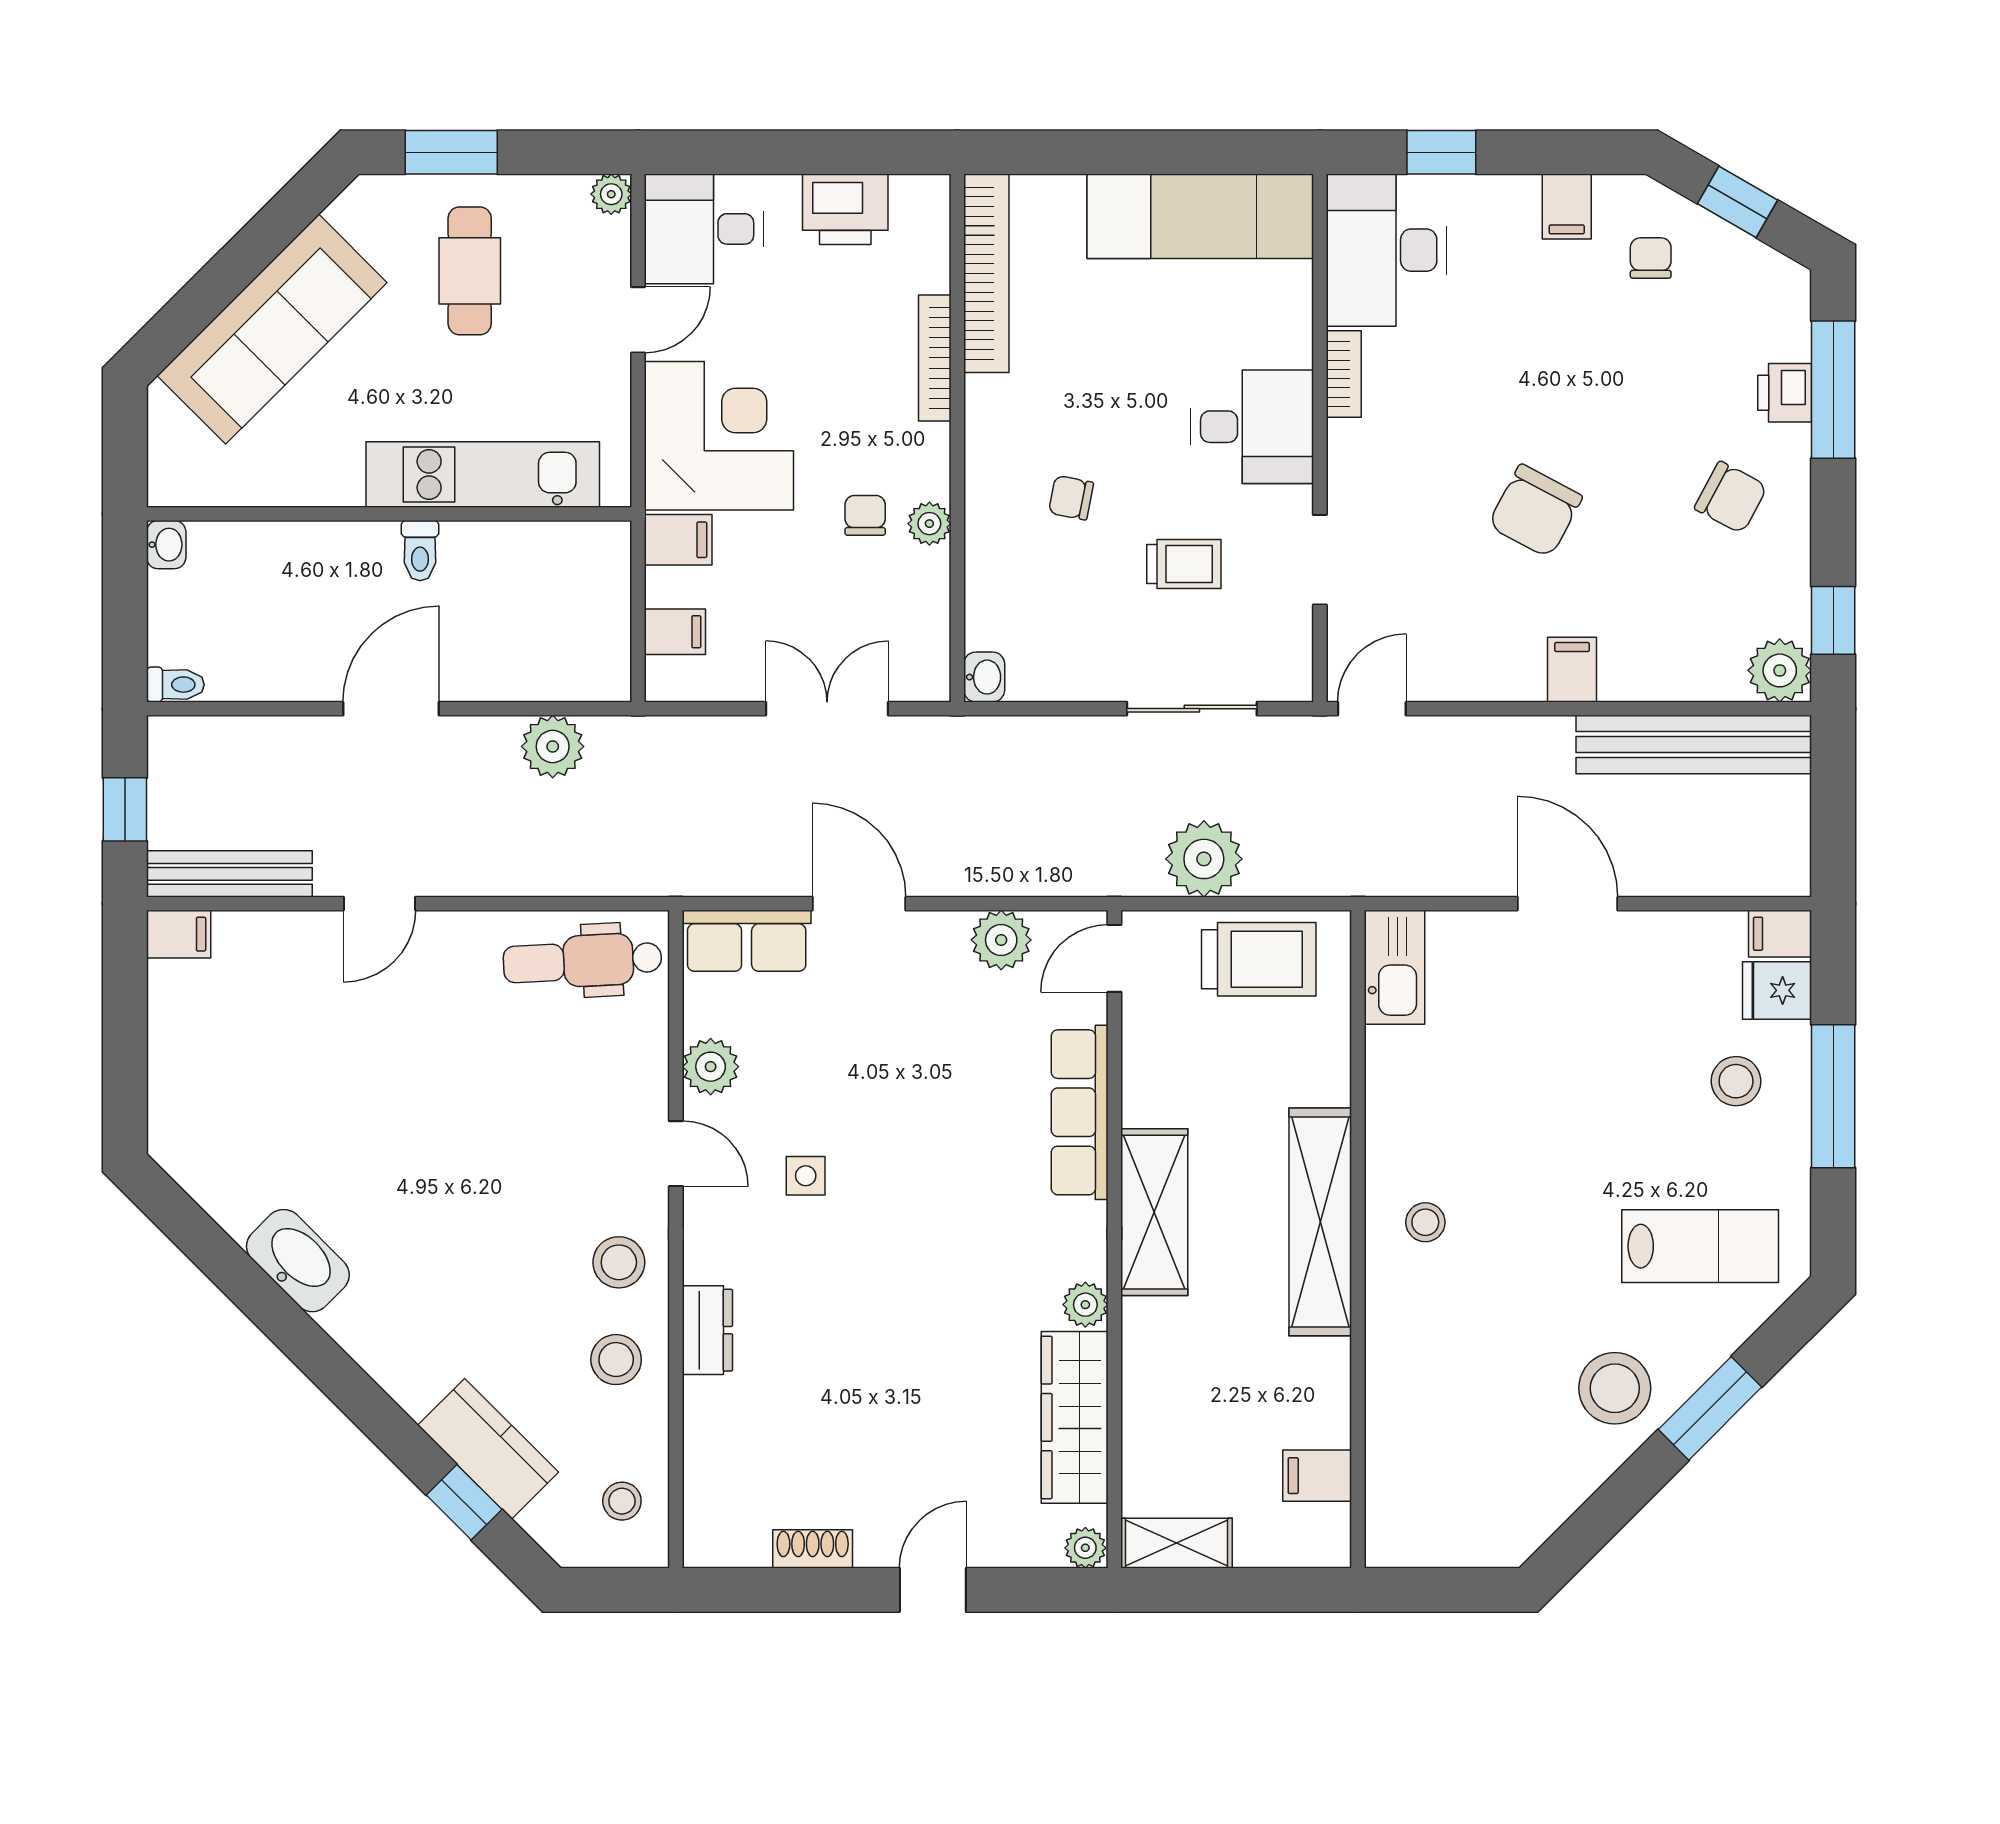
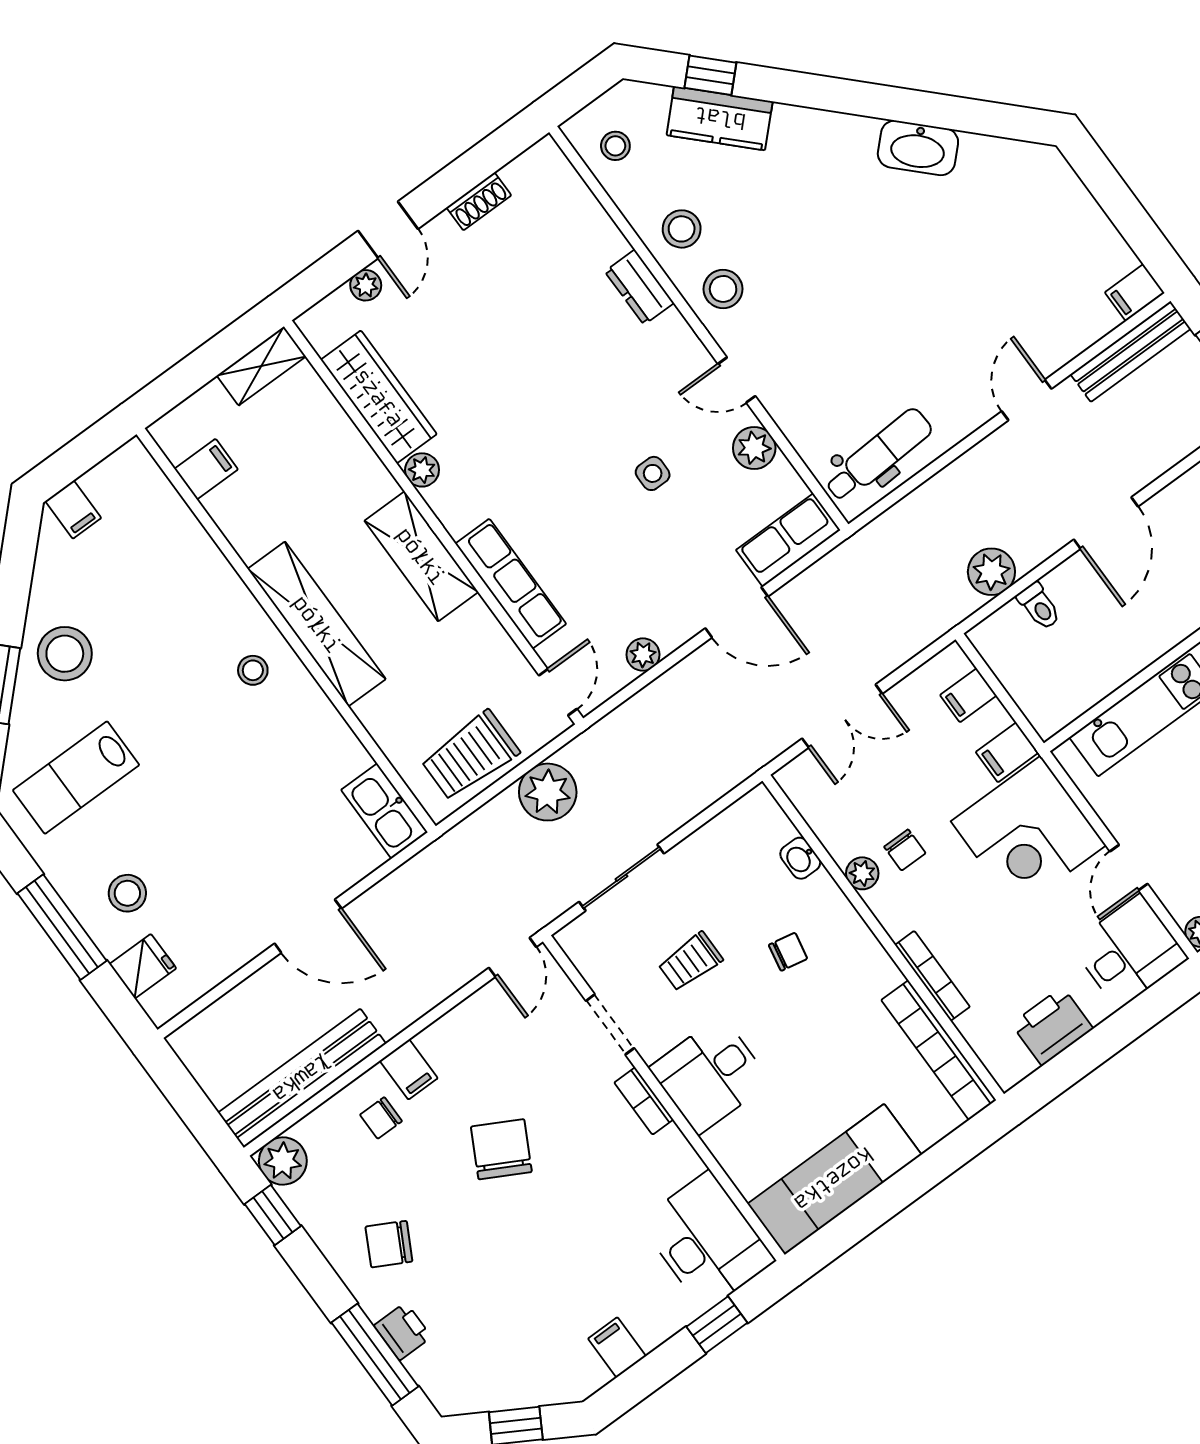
chair: (1651, 258) -> (381, 1118), moved, turned 90
bookcase: (1344, 374) -> (644, 1101), moved
toilet: (420, 551) -> (1039, 606), moved, turned 180
washbasin: (984, 677) -> (800, 858), moved
filing cabinet: (1780, 934) -> (73, 510), moved, turned 90
plant: (1001, 940) -> (643, 655), width x0.73, depth x0.73
side table: (806, 1176) -> (653, 473), moved
plant: (1085, 1548) -> (366, 285), moved

